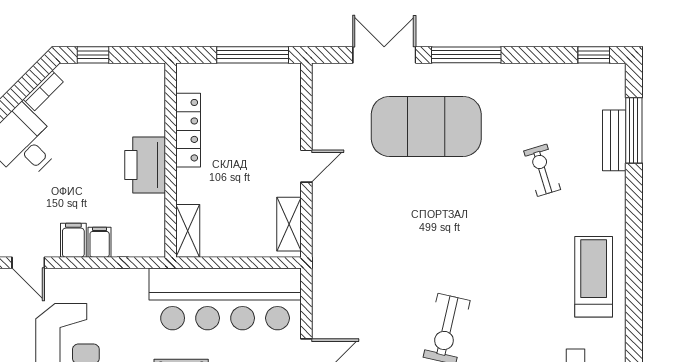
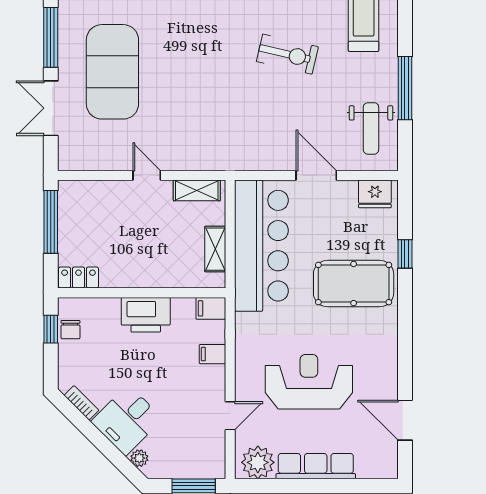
window: (93, 55) -> (51, 329), moved
chair: (128, 78) -> (70, 330), added
locker: (188, 130) -> (79, 278), moved, width x0.66
shelving: (188, 231) -> (215, 249), moved, turned 90
filing cabinet: (73, 240) -> (211, 308), moved

